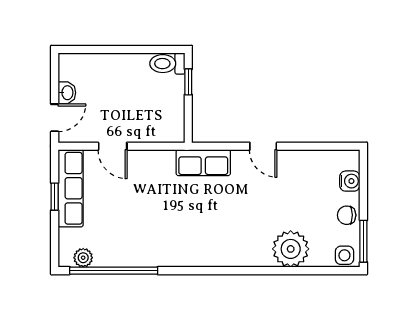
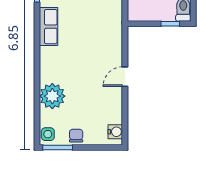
row of seats: (203, 163) -> (49, 27), moved, turned 180
water cooler: (350, 181) -> (115, 132), moved, turned -90

